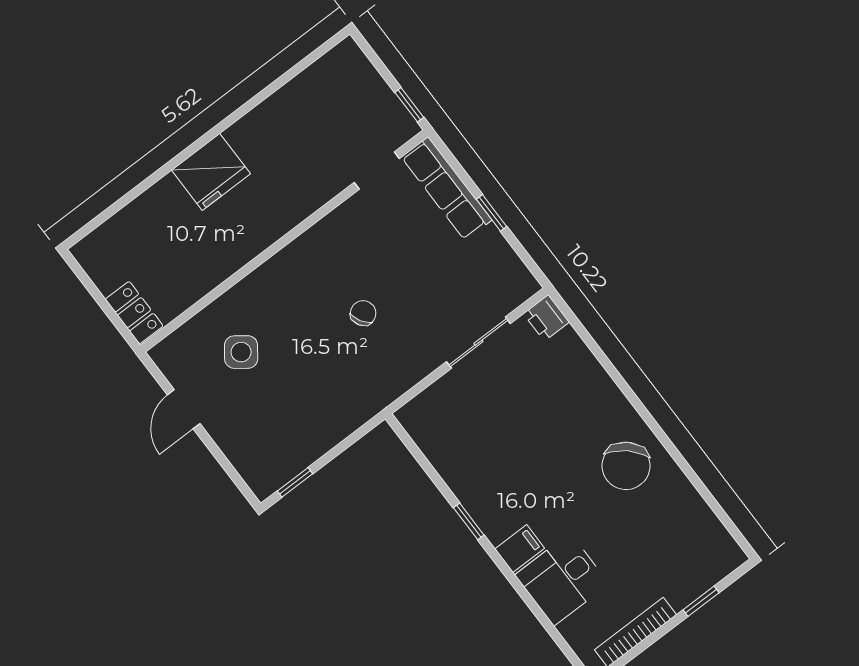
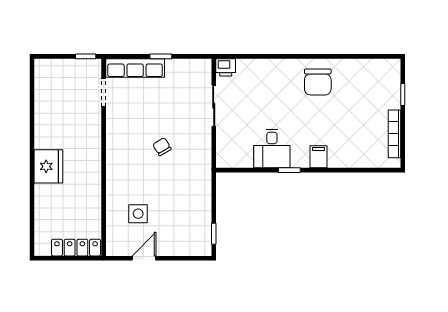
locker: (134, 313) -> (76, 248), width x1.53
side table: (241, 352) -> (138, 214), turned -37
door: (184, 409) -> (144, 258), swing flipped
chair: (626, 466) -> (318, 82), turned 48
desk: (562, 579) -> (272, 148), moved

